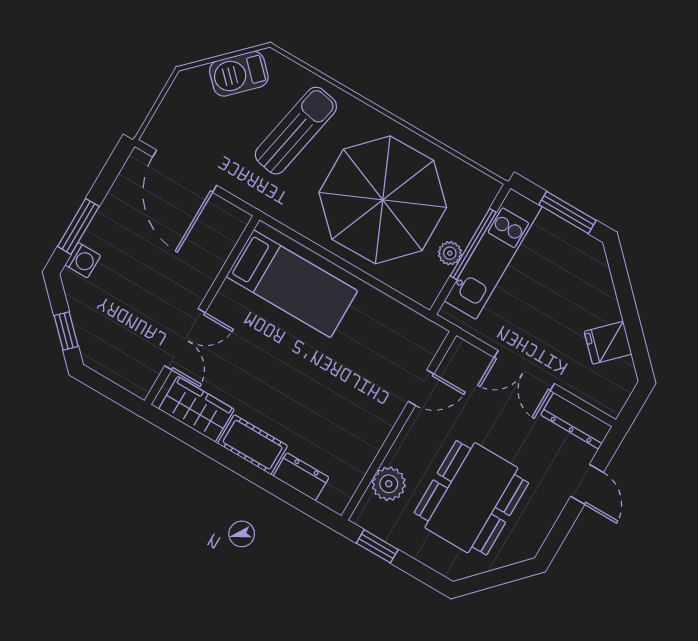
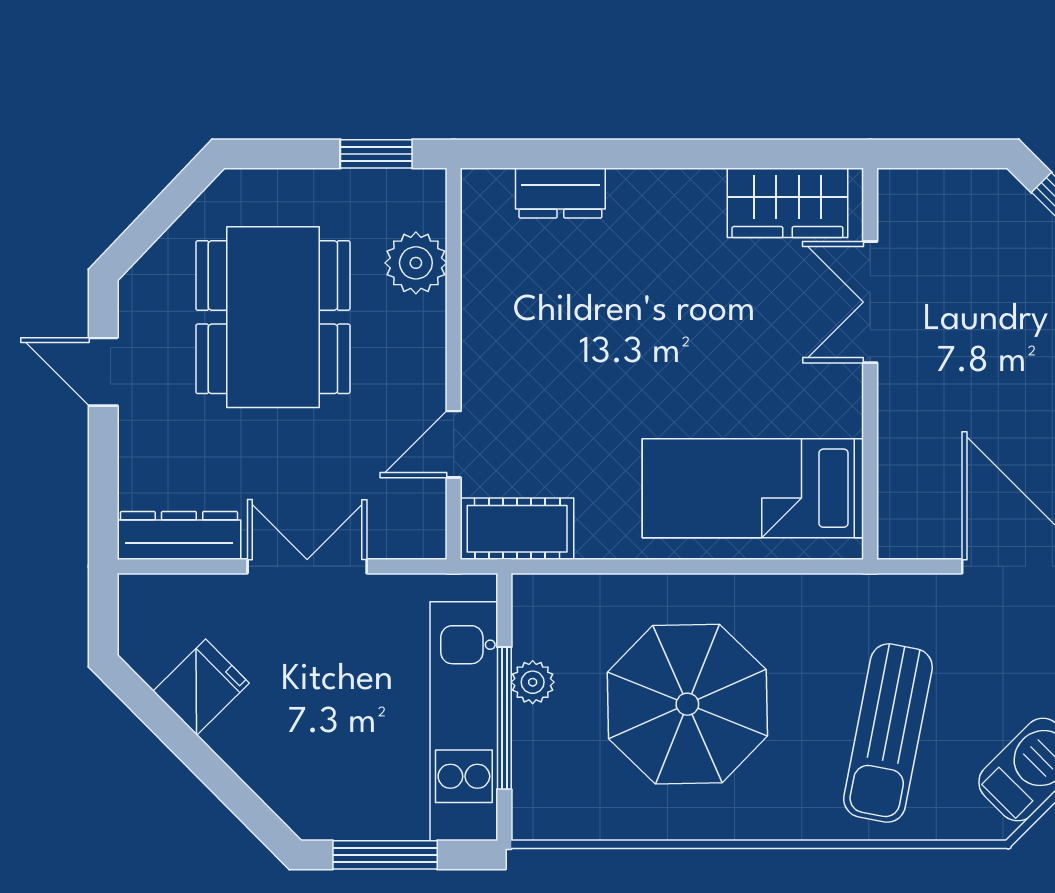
parasol: (383, 200) -> (687, 704), width x0.73, depth x0.73
cot: (253, 445) -> (517, 529), moved
door: (587, 484) -> (103, 372), moved

